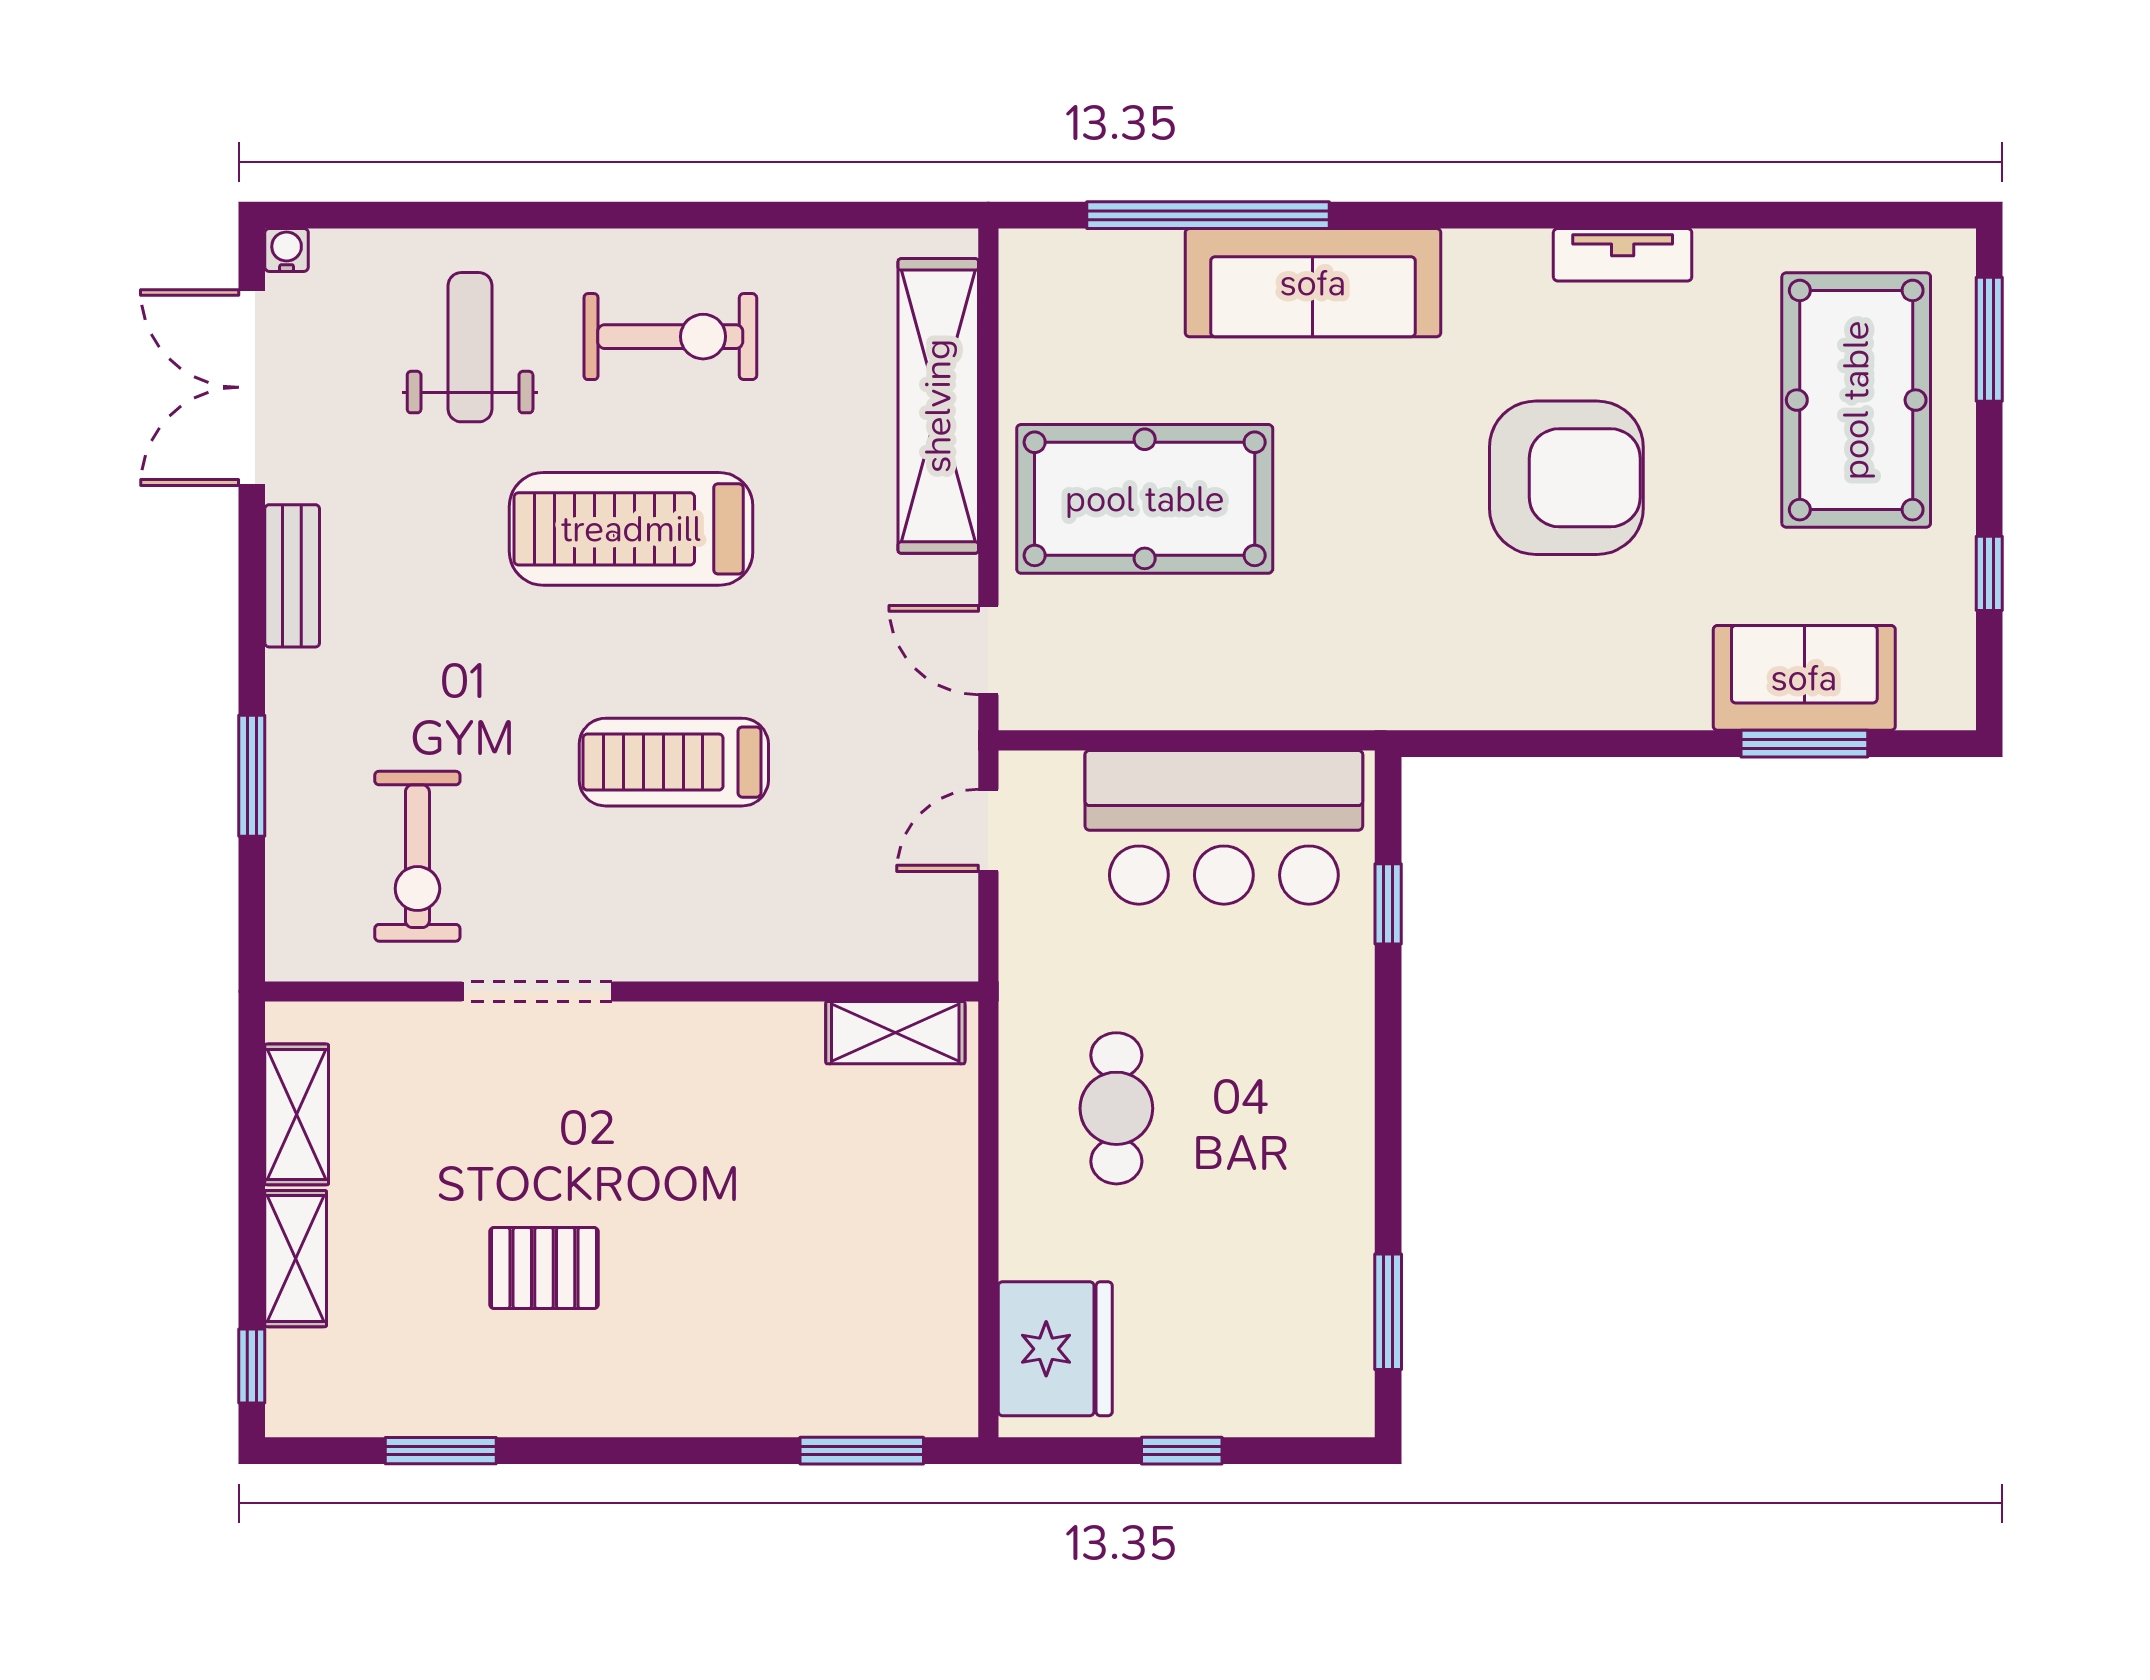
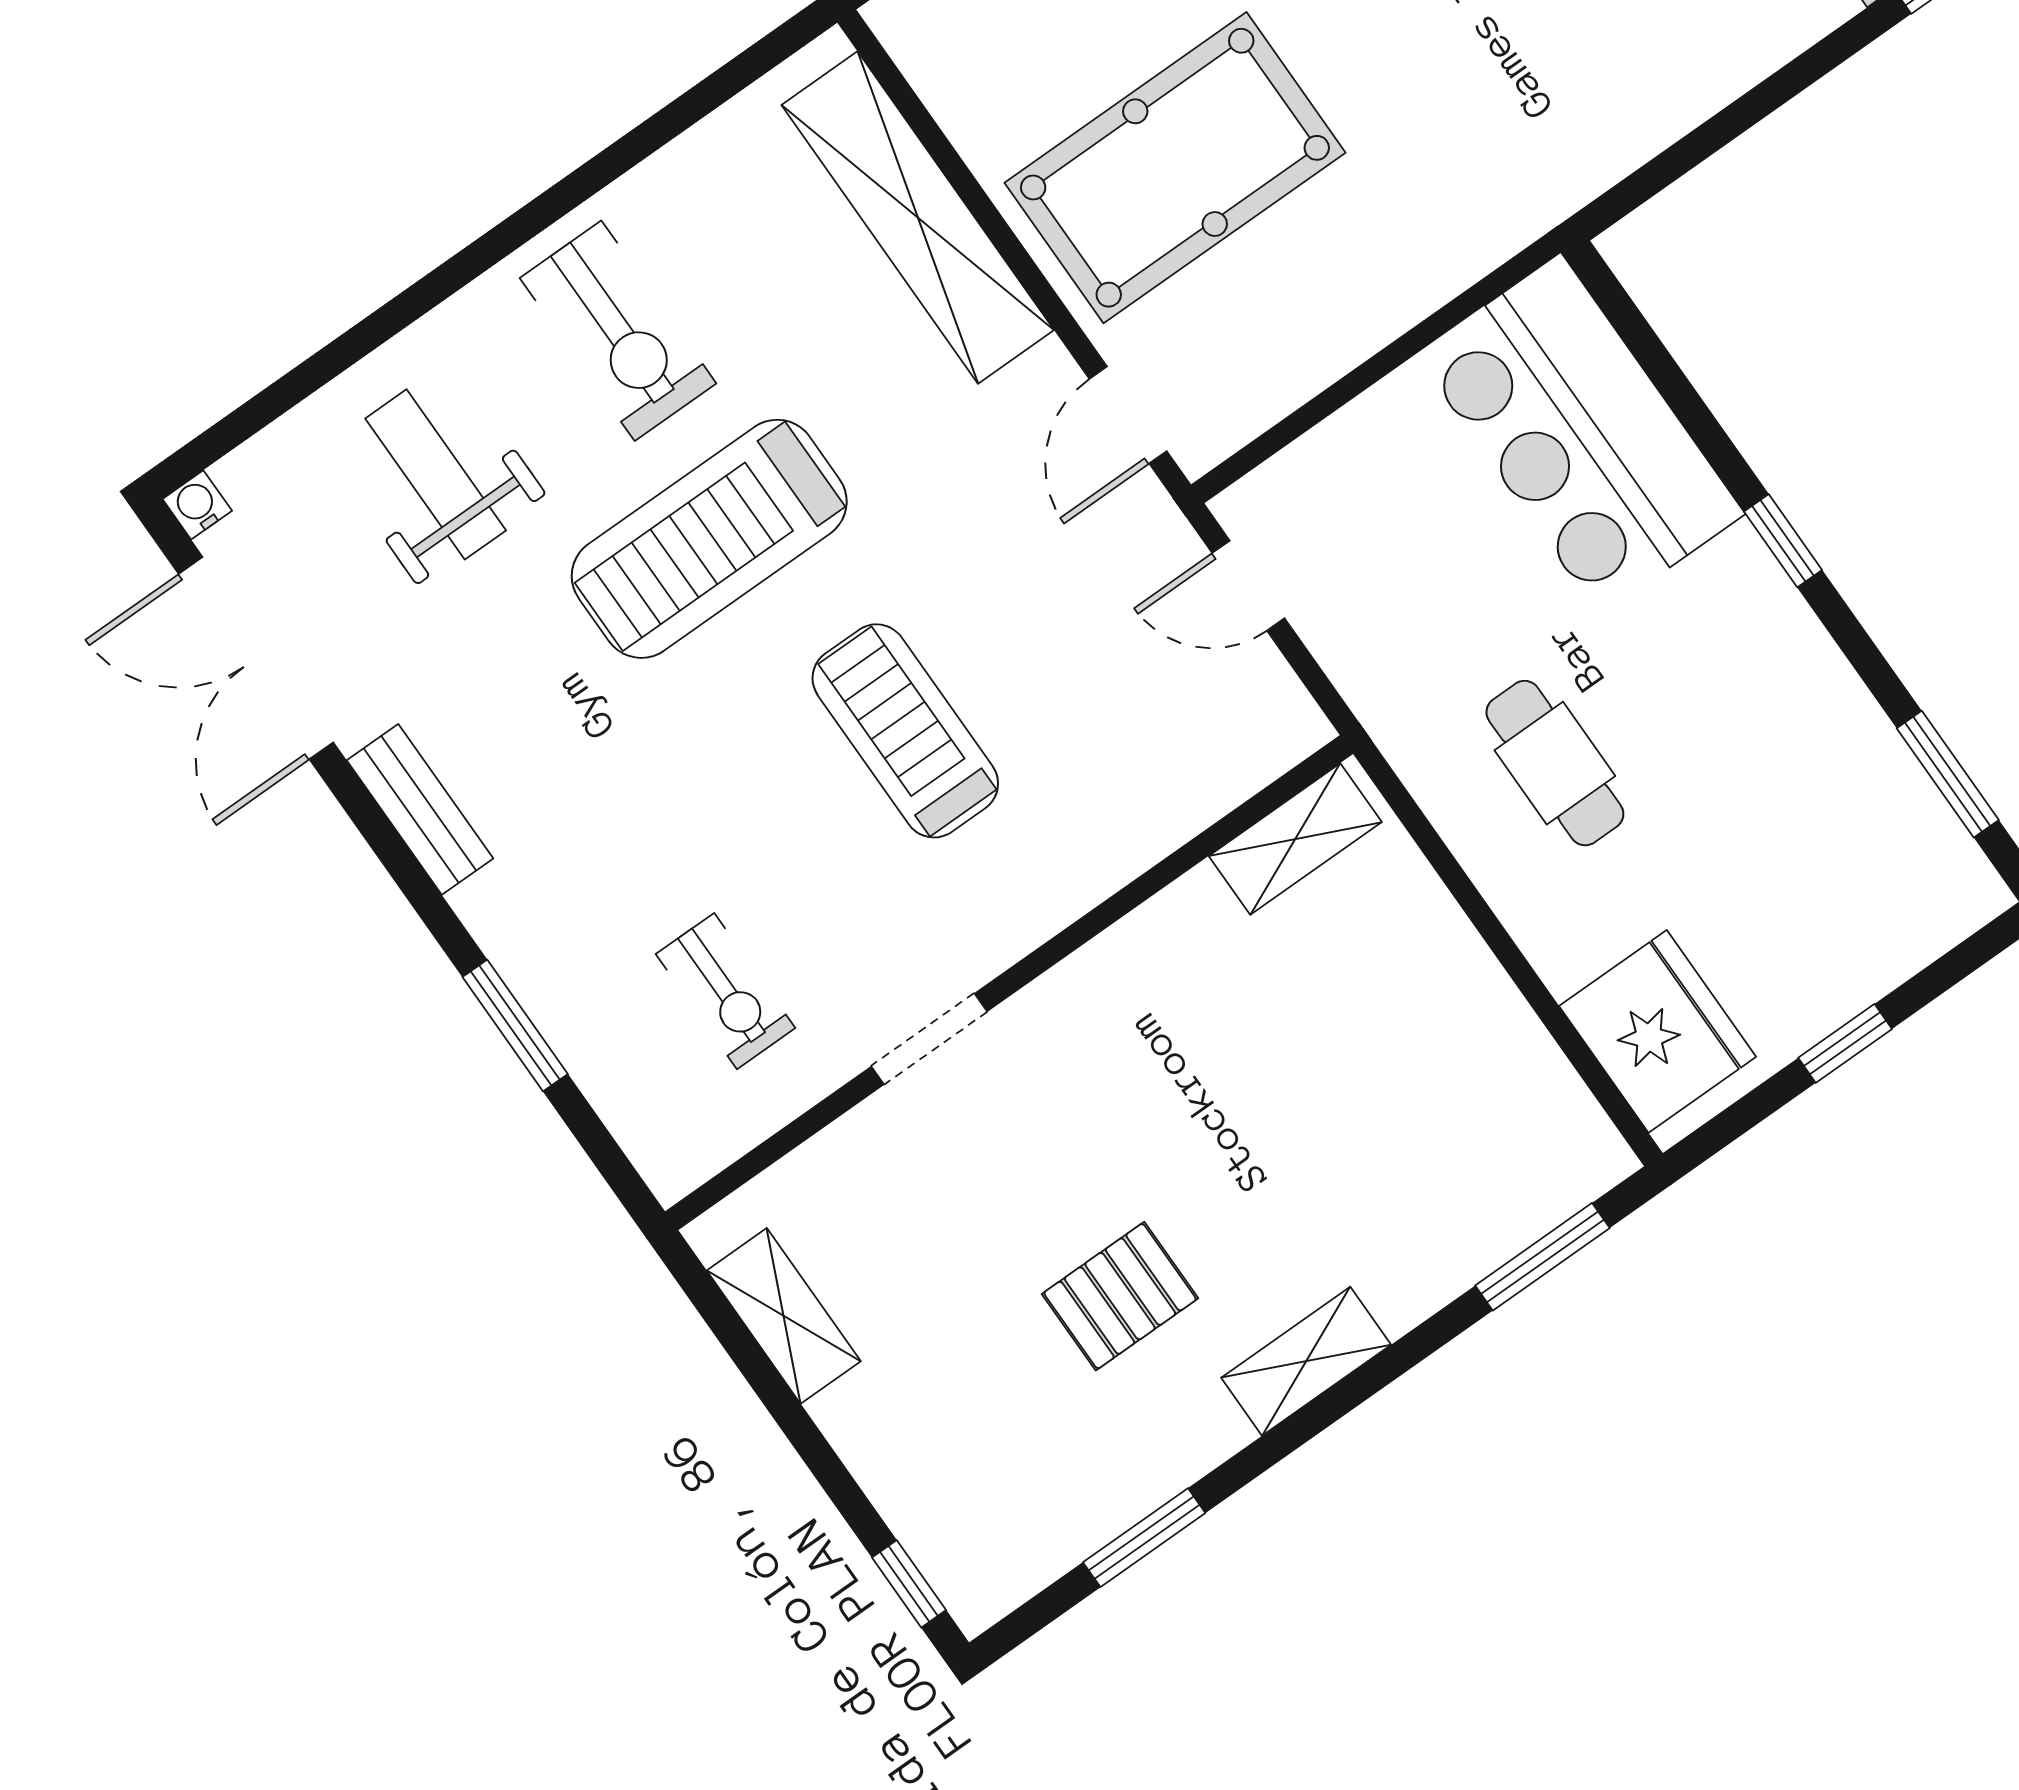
exercise bike: (670, 337) -> (618, 331), turned 90
door: (988, 650) -> (1128, 415), hinge flipped
treadmill: (674, 762) -> (905, 731), turned 90
bar counter: (1224, 827) -> (1580, 434), moved, turned 90
door: (988, 830) -> (1248, 586), hinge flipped
exercise bike: (417, 856) -> (726, 991), width x0.73, depth x0.72
window: (1388, 904) -> (1783, 541), moved
doorway: (537, 991) -> (929, 1039), width x0.73
shelving: (296, 1259) -> (1306, 1361), moved, turned 90

